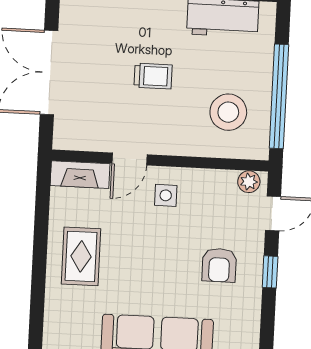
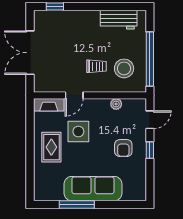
trolley: (153, 76) -> (97, 66), moved
plant: (249, 182) -> (116, 104), moved
side table: (166, 195) -> (78, 132), moved, width x1.87, depth x1.87

